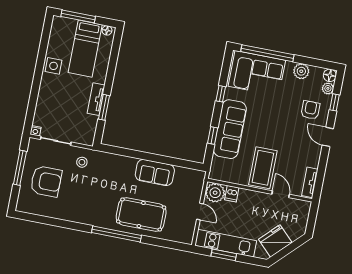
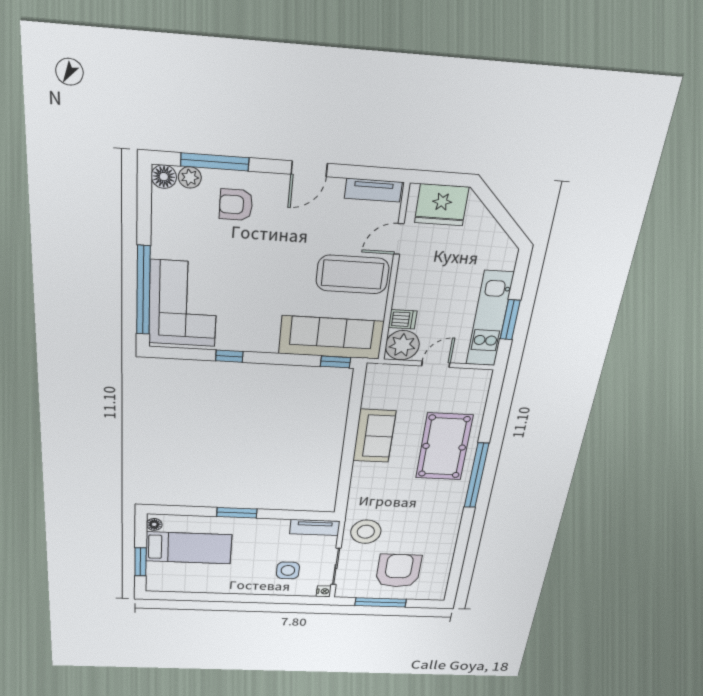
window: (78, 16) -> (141, 562), width x0.69
side table: (54, 66) -> (288, 570), moved
plant: (301, 71) -> (165, 229), removed
tv unit: (96, 99) -> (315, 527), moved
window: (335, 102) -> (215, 162), width x2.17
window: (104, 107) -> (237, 513), moved
sofa: (230, 129) -> (331, 338), moved
window: (213, 136) -> (335, 362), moved
door: (328, 137) -> (309, 169), moved
stool: (82, 162) -> (366, 532), width x1.89, depth x1.89
fridge: (275, 241) -> (442, 205), moved, turned -45

